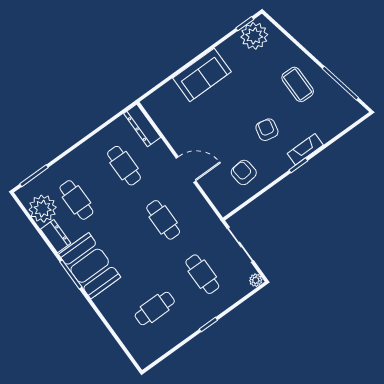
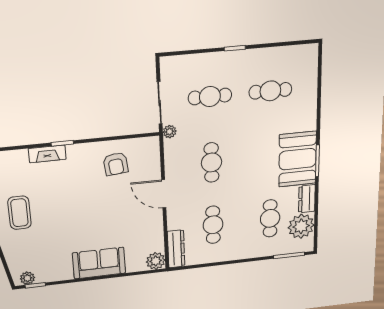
plant: (254, 36) -> (27, 278), width x0.53, depth x0.53
plant: (153, 104) -> (156, 261), added
armchair: (267, 130) -> (71, 189), removed
cafe table: (202, 274) -> (210, 97), turned 90
plant: (256, 280) -> (170, 132), moved

